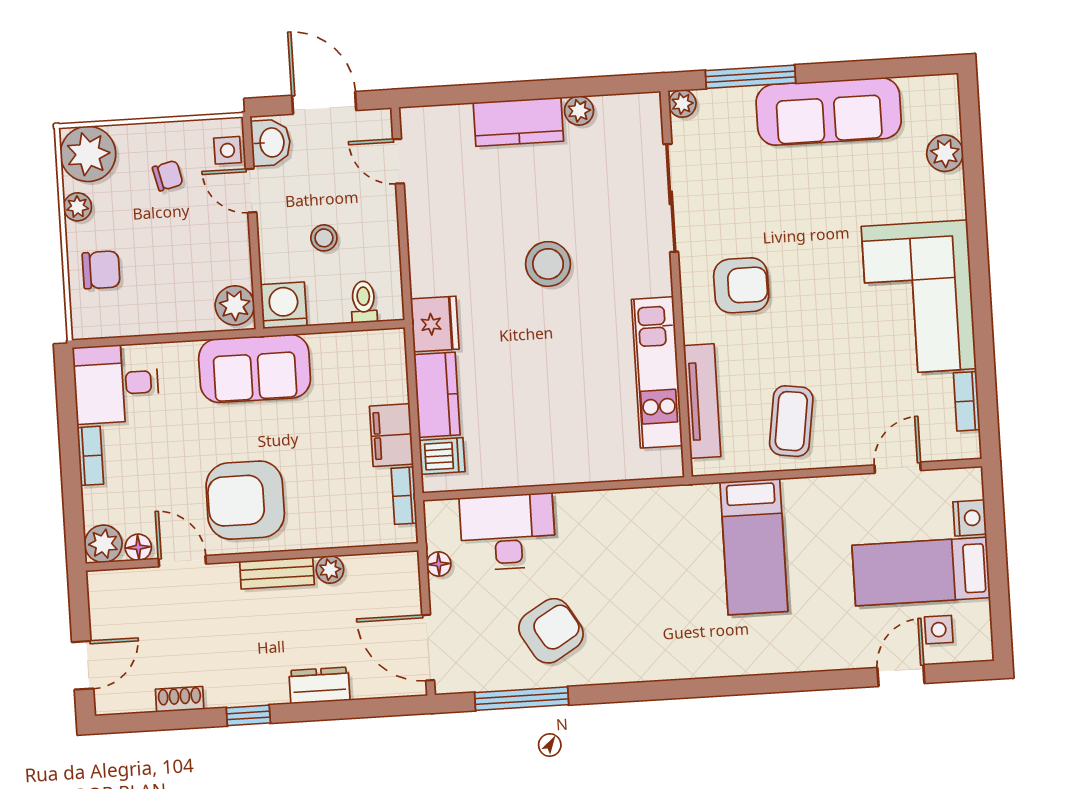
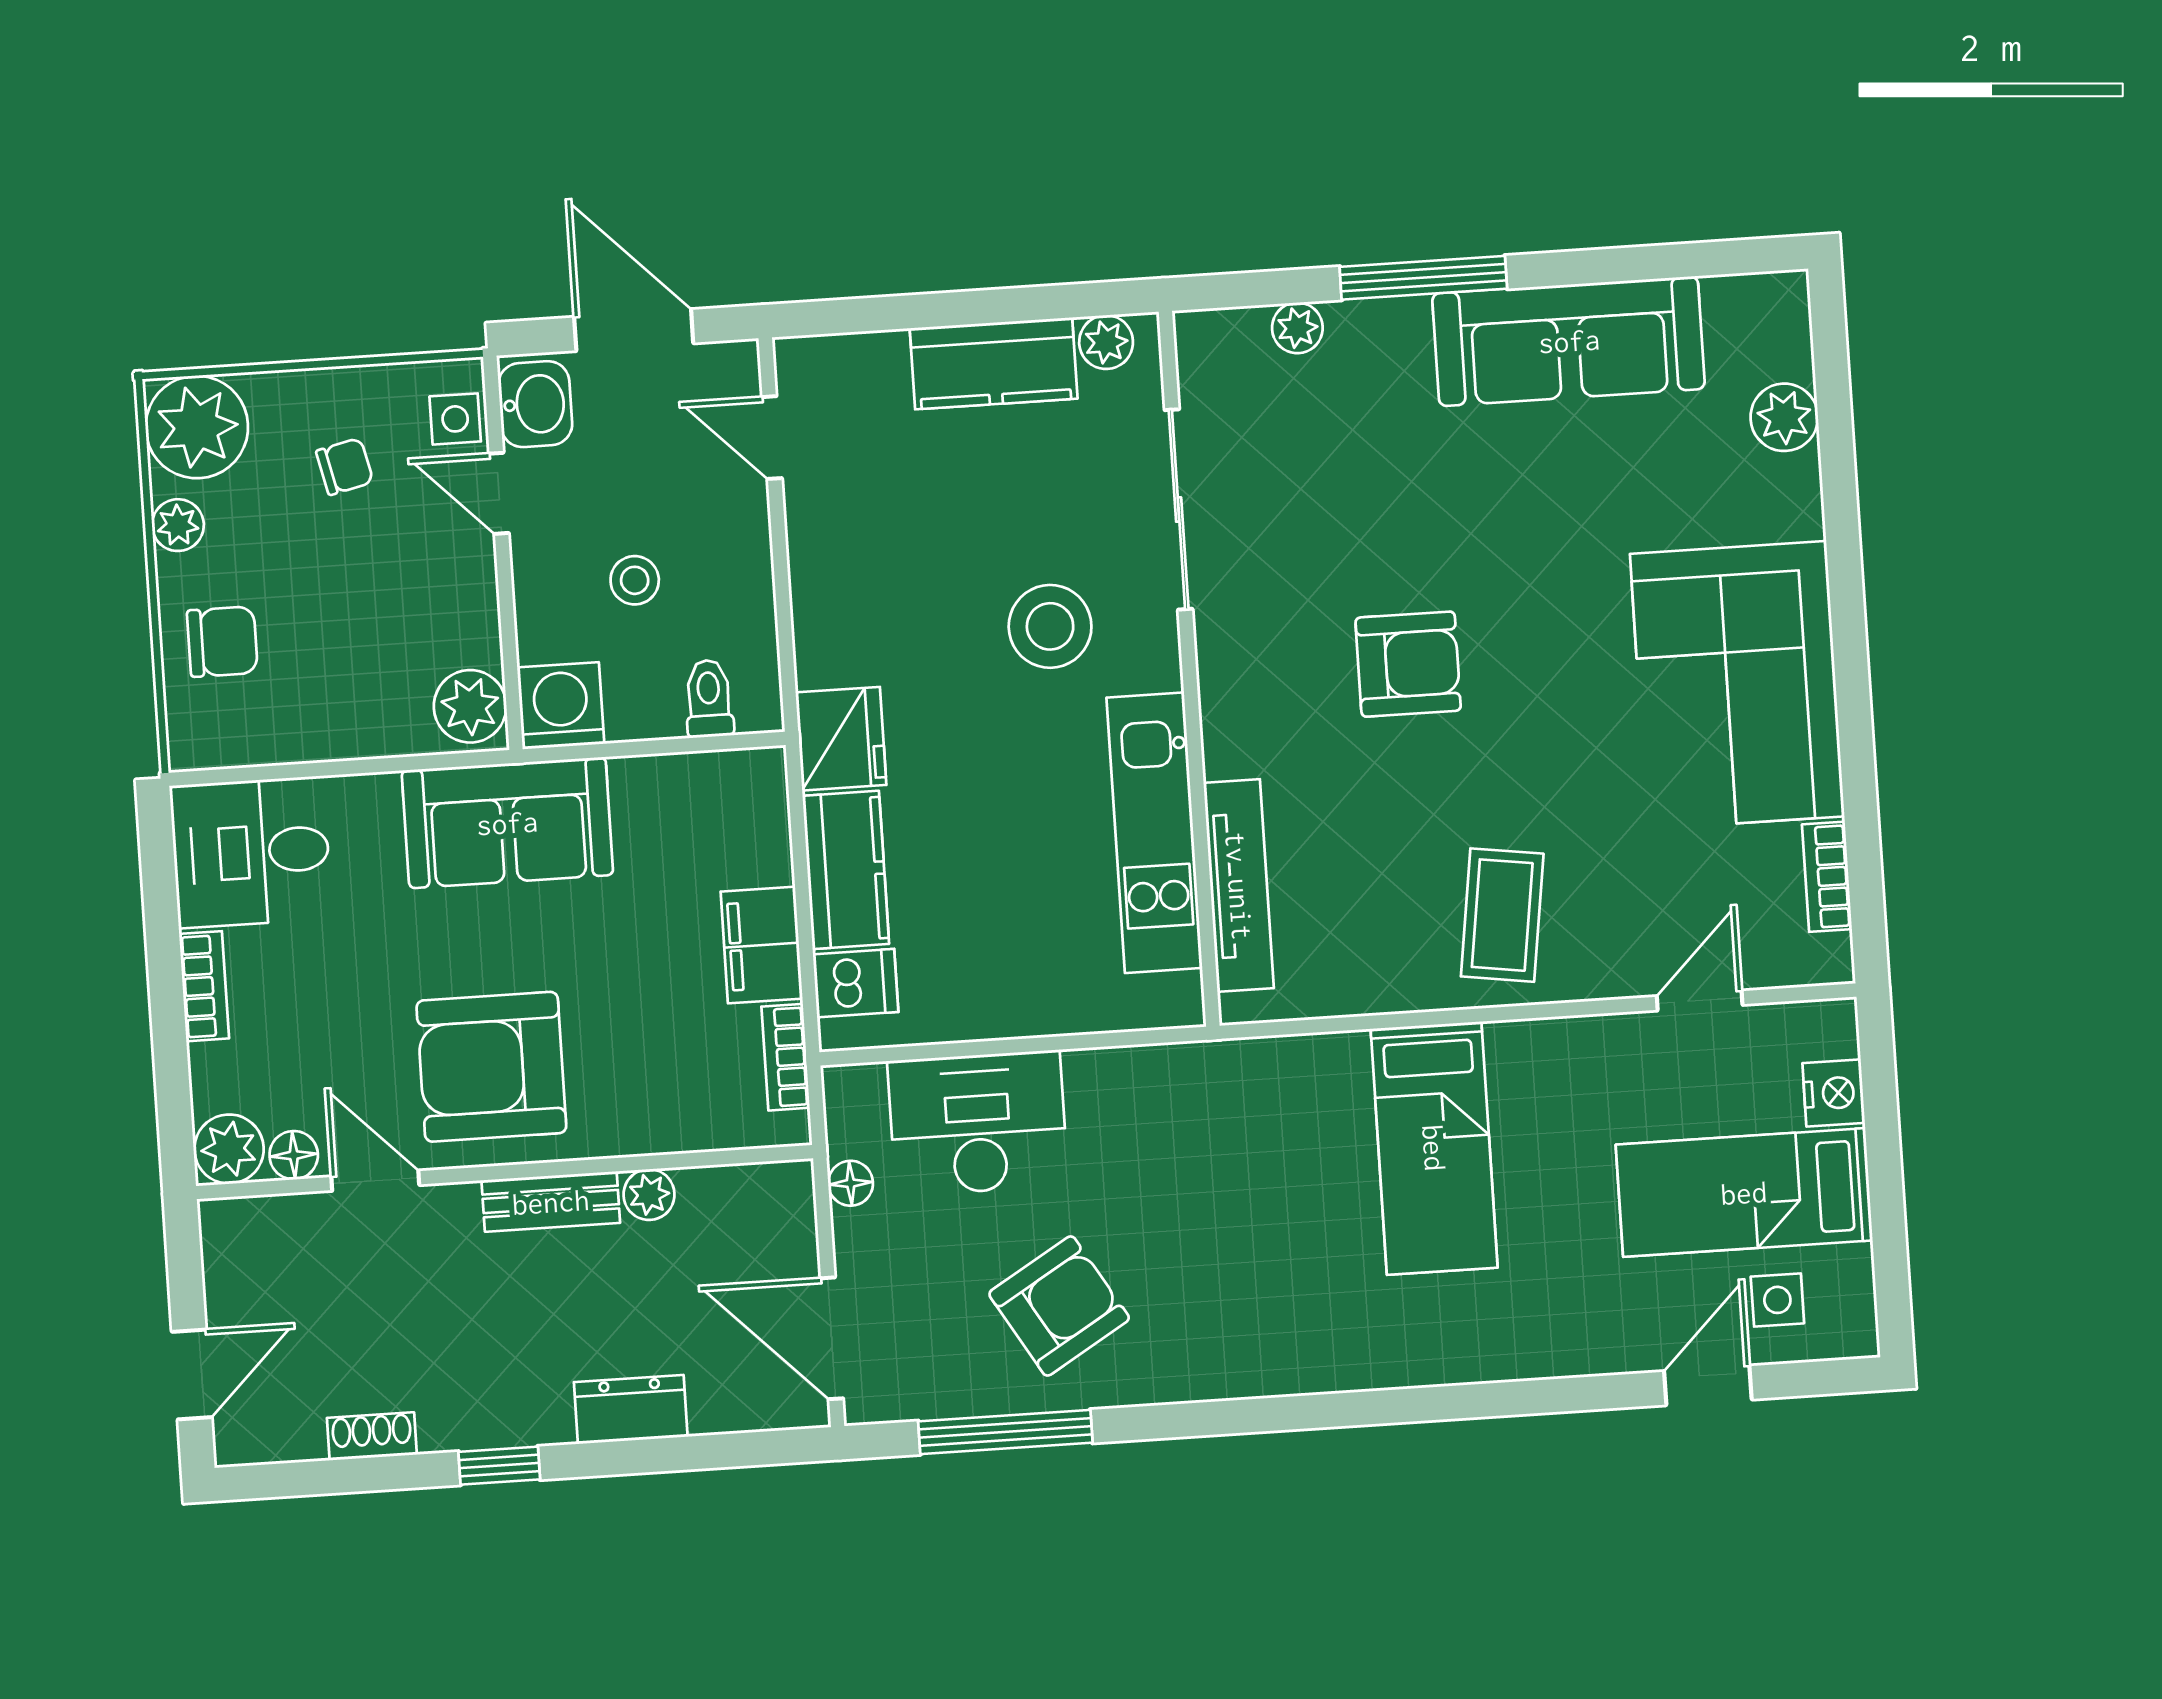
sliding door: (671, 198) -> (1179, 509), moved
wall: (676, 284) -> (1189, 669), moved
kitchen unit: (657, 372) -> (1154, 833), moved
tv unit: (702, 401) -> (1239, 886), moved

